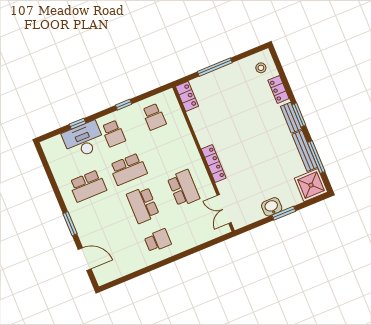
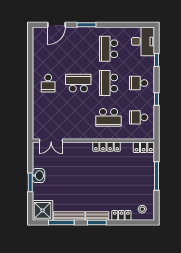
desk: (83, 140) -> (143, 41), moved
locker: (214, 164) -> (107, 147), moved
school desk: (183, 188) -> (108, 117), moved
double door: (224, 209) -> (51, 141), swing flipped

